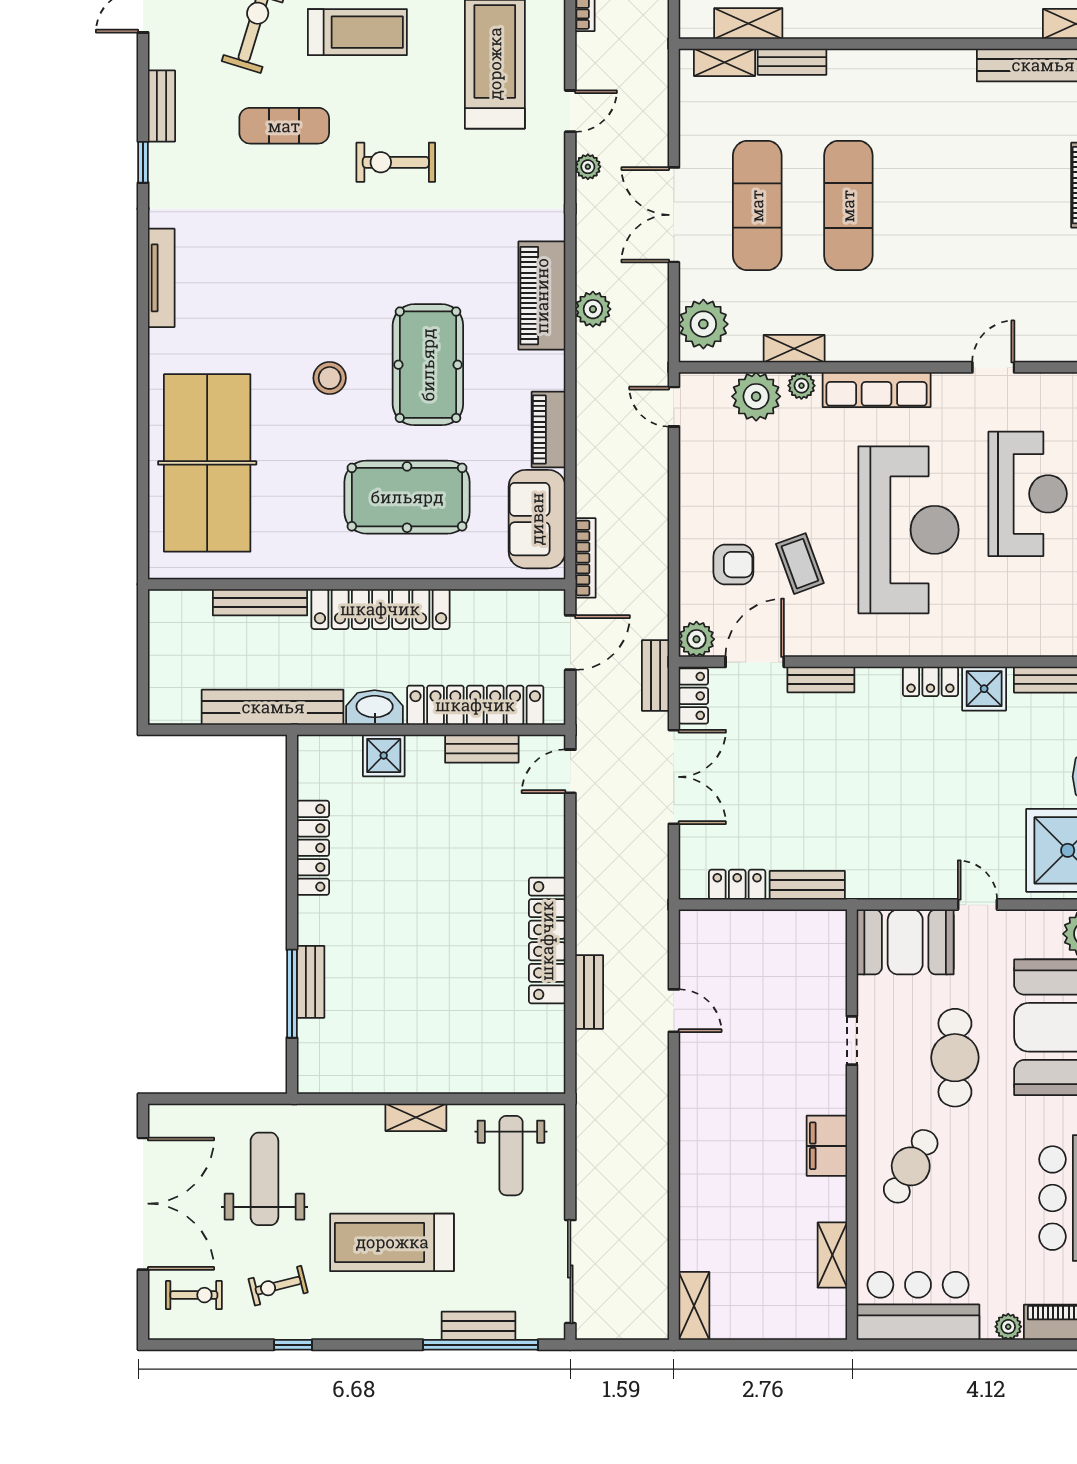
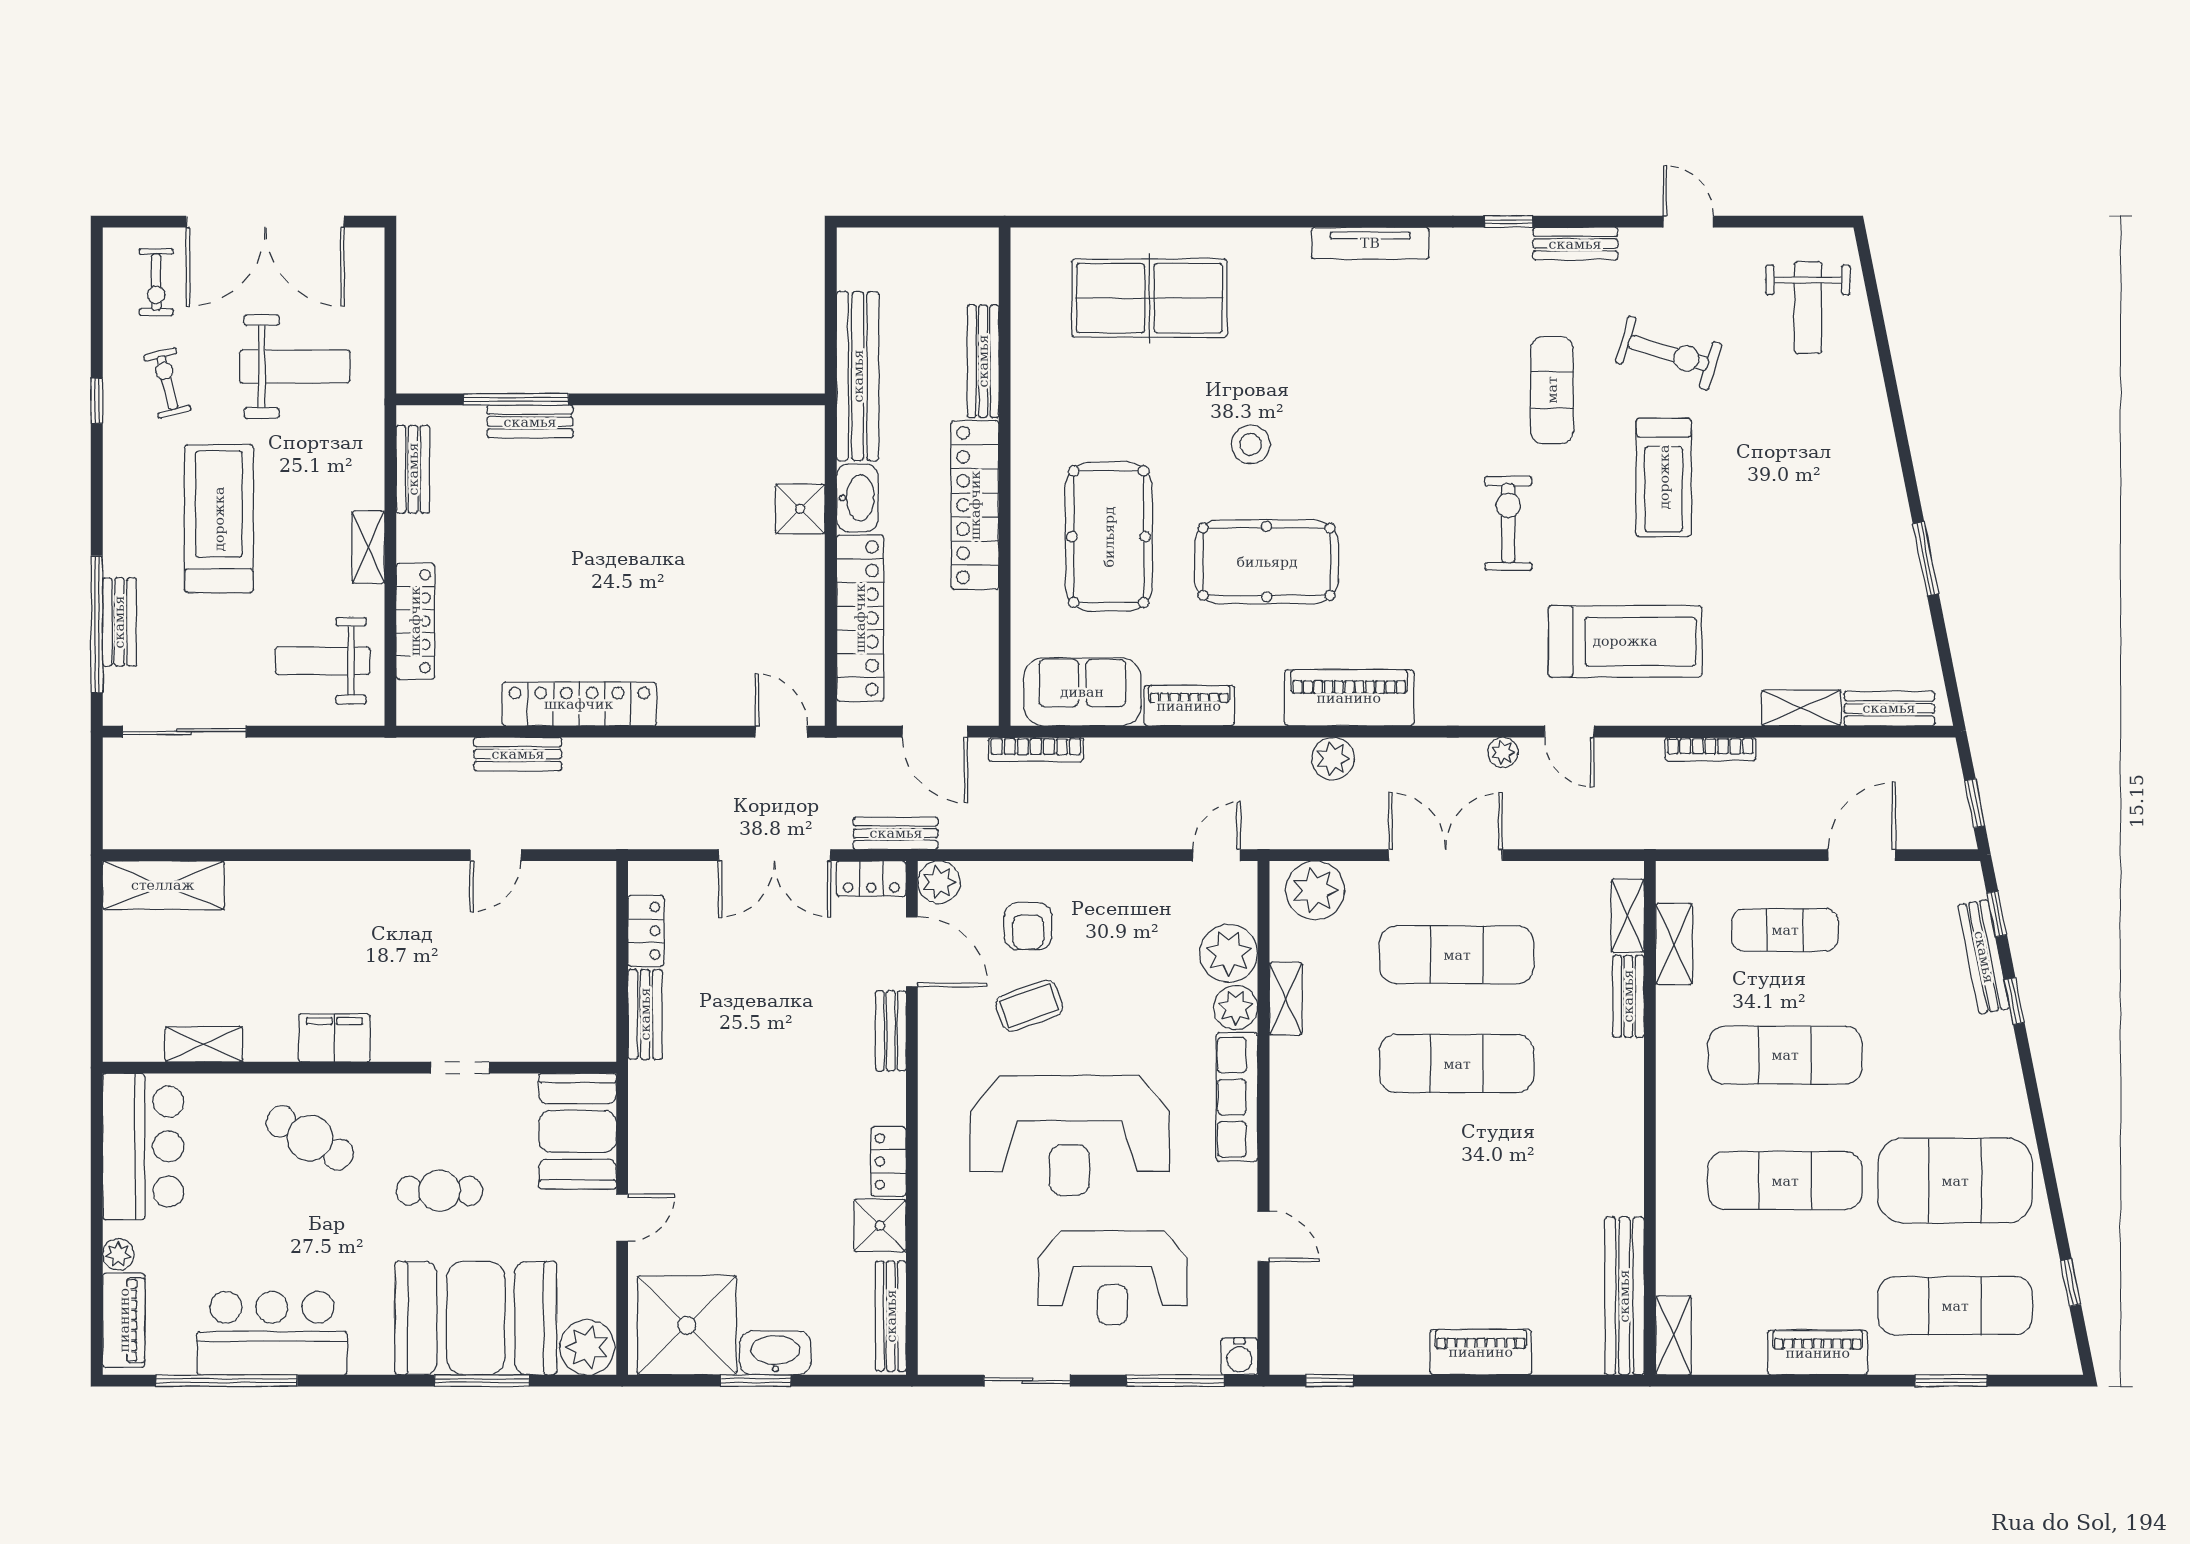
plant: (801, 386) -> (1236, 1008), width x1.38, depth x1.38
table tennis table: (207, 463) -> (1149, 298), width x0.73, depth x0.76
bench: (482, 749) -> (413, 469), moved
locker: (313, 848) -> (415, 621), moved, turned -90
cafe table: (955, 1058) -> (439, 1191), width x0.73, depth x0.74
shelving: (694, 1306) -> (163, 885), width x1.50, depth x1.33

